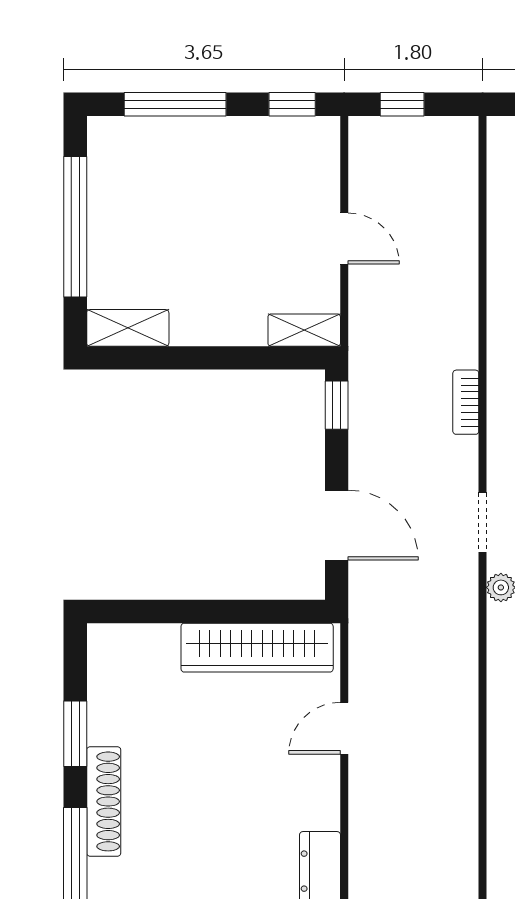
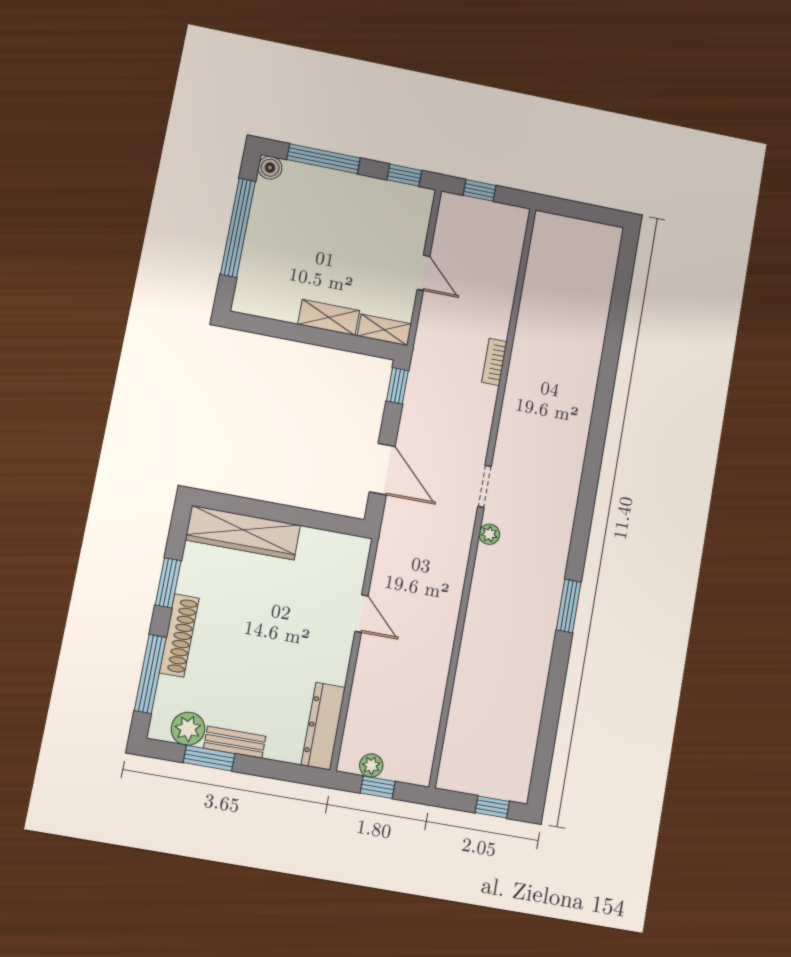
boiler: (103, 132) -> (270, 168), added
shelving: (128, 328) -> (329, 317), moved
bookcase: (466, 402) -> (494, 362), moved
wardrobe: (257, 648) -> (243, 533), moved
door: (344, 728) -> (362, 614), swing flipped

